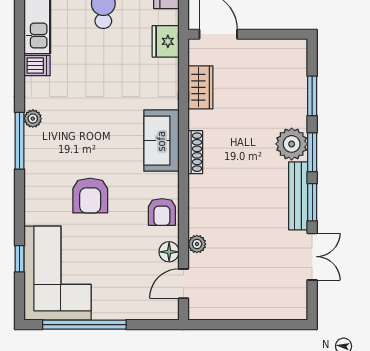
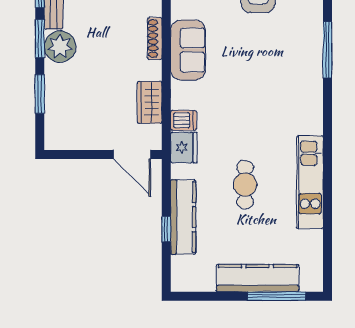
dishwasher: (37, 65) -> (184, 120), moved, turned 180
plant: (33, 119) -> (314, 72), removed

